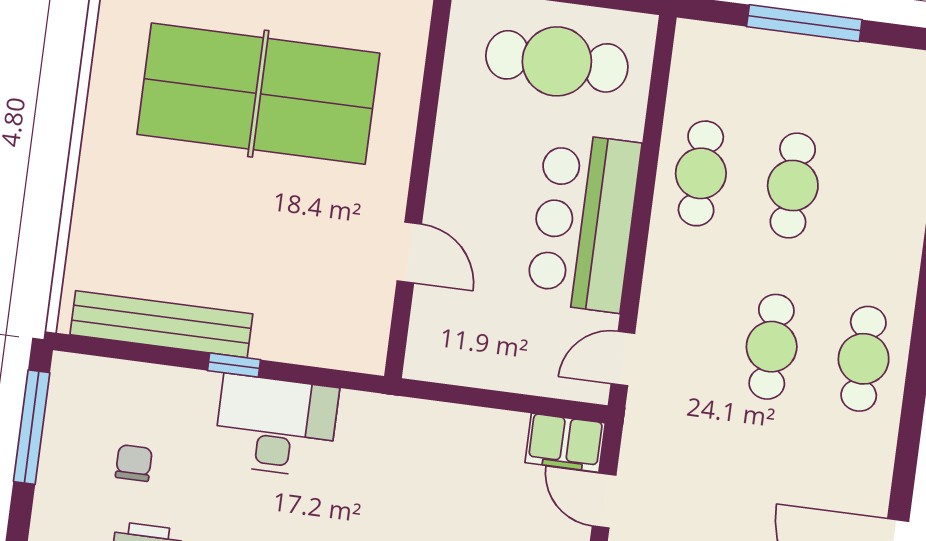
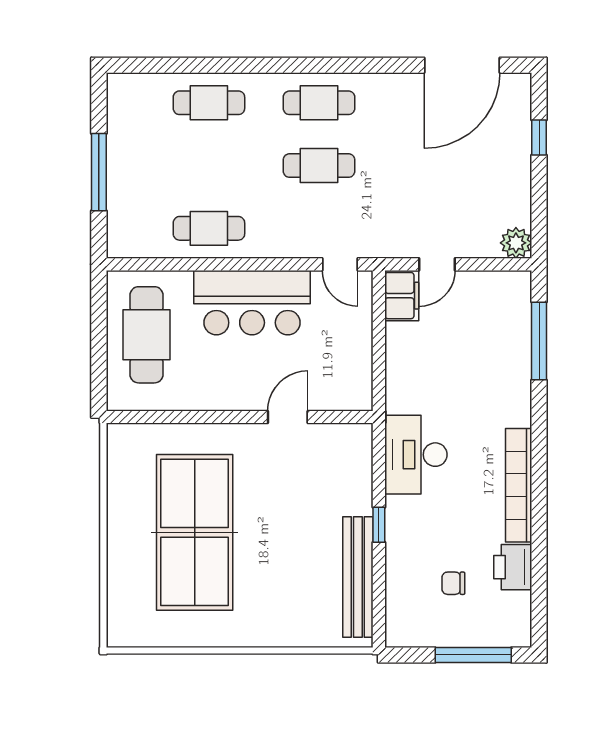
cafe table: (793, 186) -> (209, 103), moved
desk: (276, 426) -> (416, 455), moved
window: (32, 427) -> (473, 655), moved

